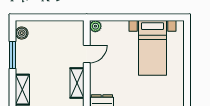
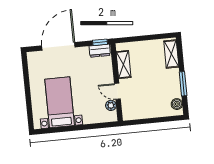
plant: (95, 26) -> (111, 105), moved
door: (87, 54) -> (117, 91), hinge flipped

